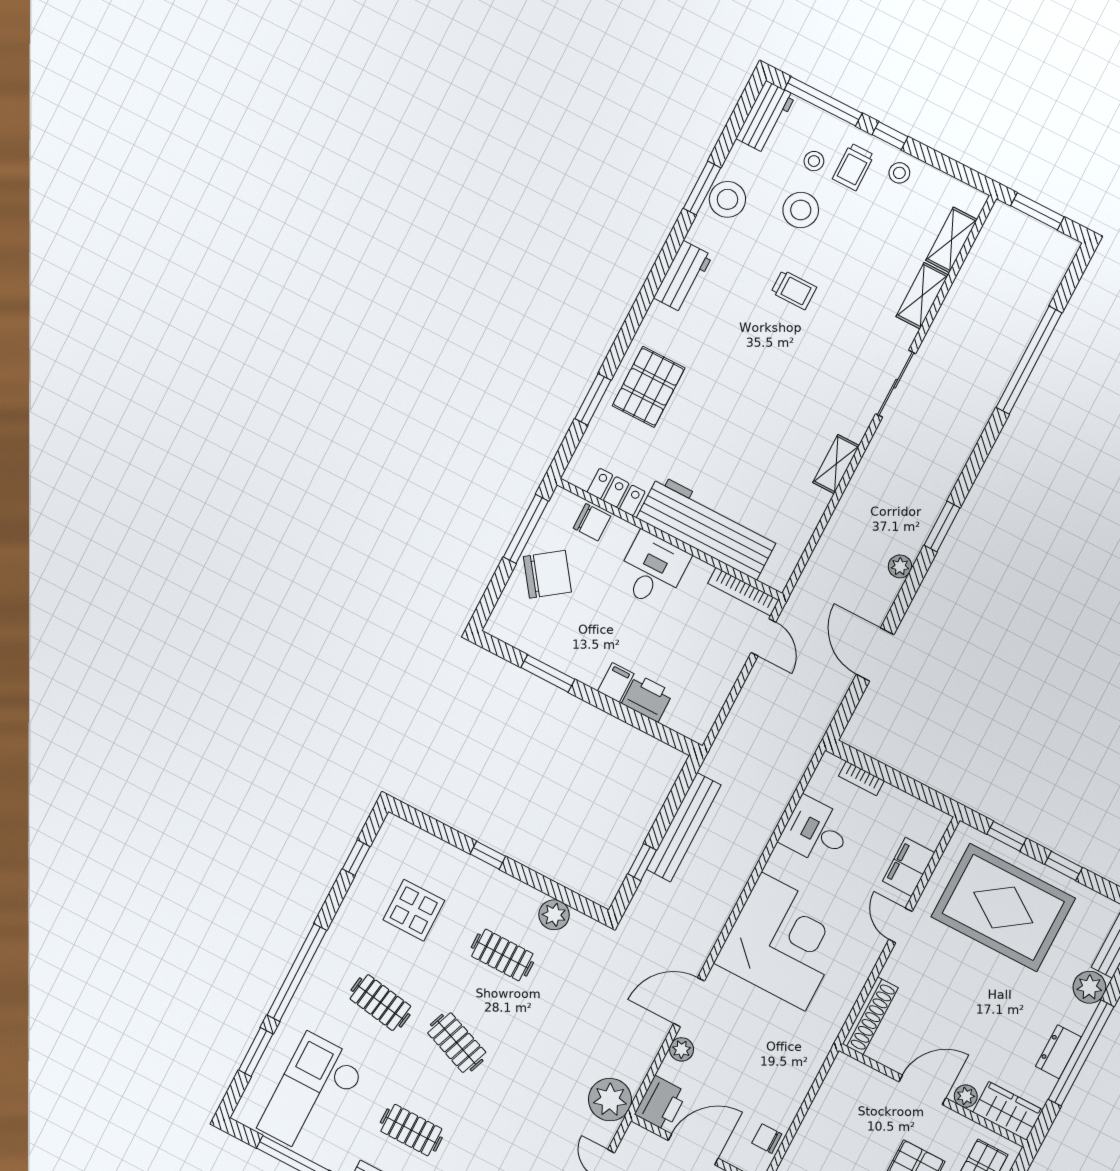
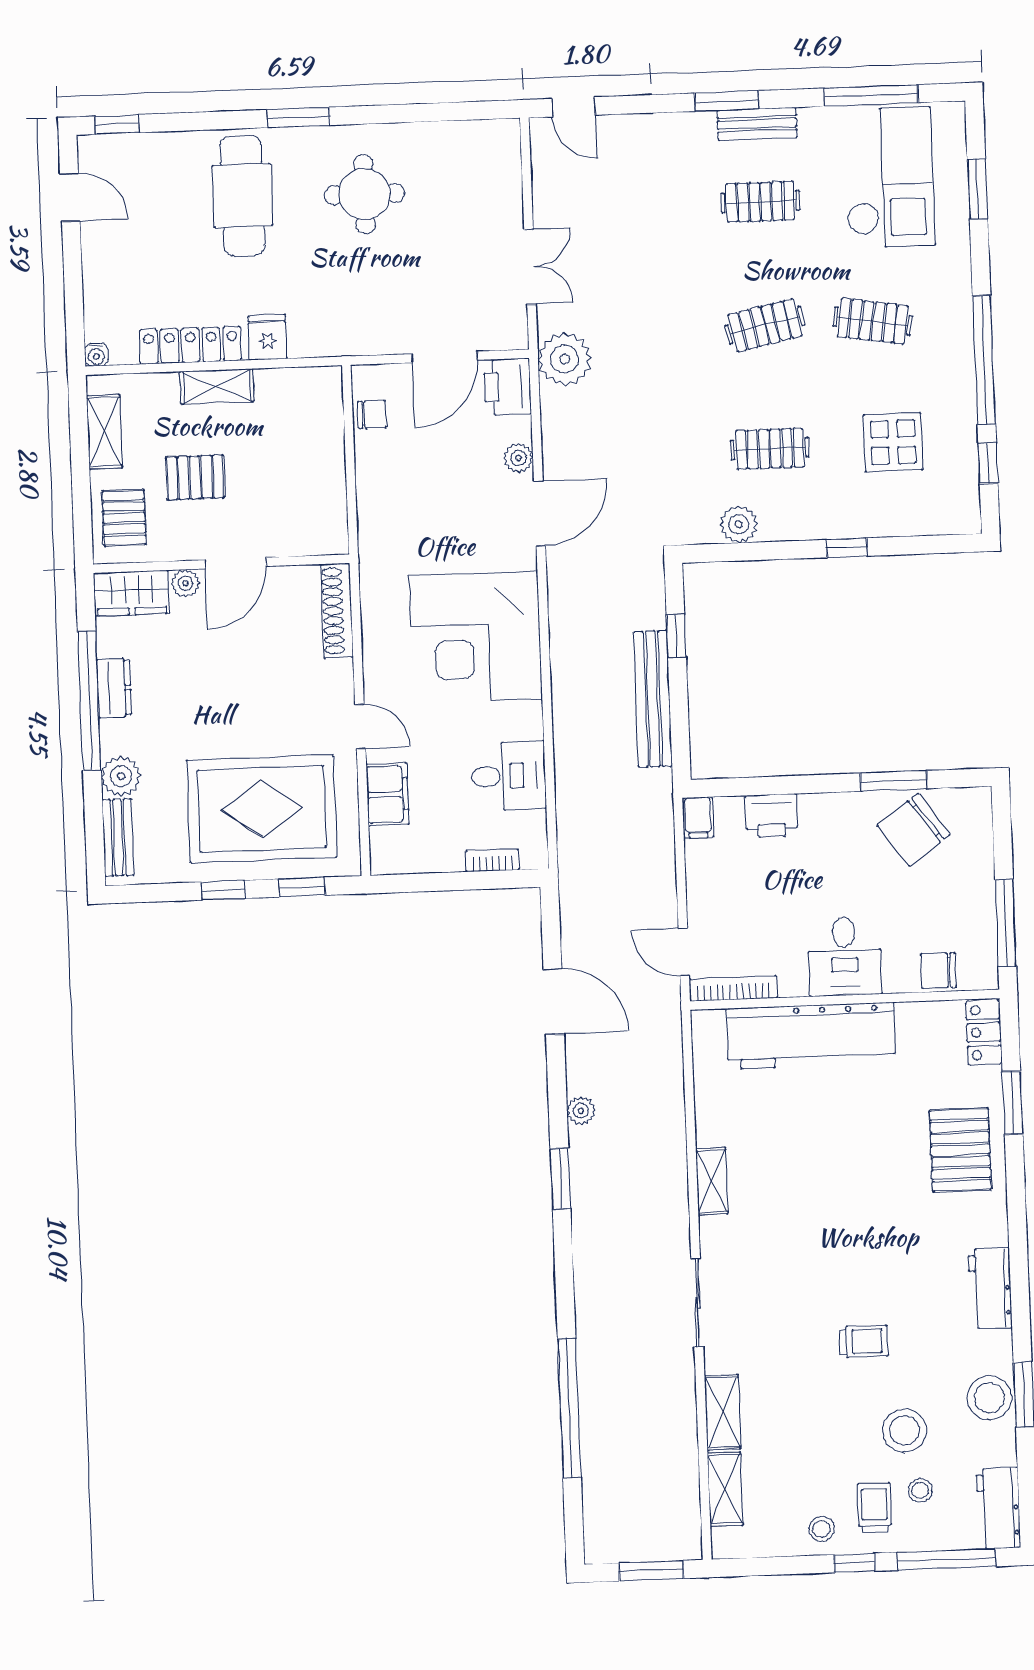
trolley: (794, 290) -> (864, 1341), turned 180
locker: (616, 492) -> (984, 1032), moved, turned 90
chair: (547, 574) -> (914, 830), moved
filing cabinet: (616, 682) -> (698, 817), moved
window: (297, 973) -> (984, 360), moved
clothes rail: (457, 1043) -> (765, 325), turned -33

